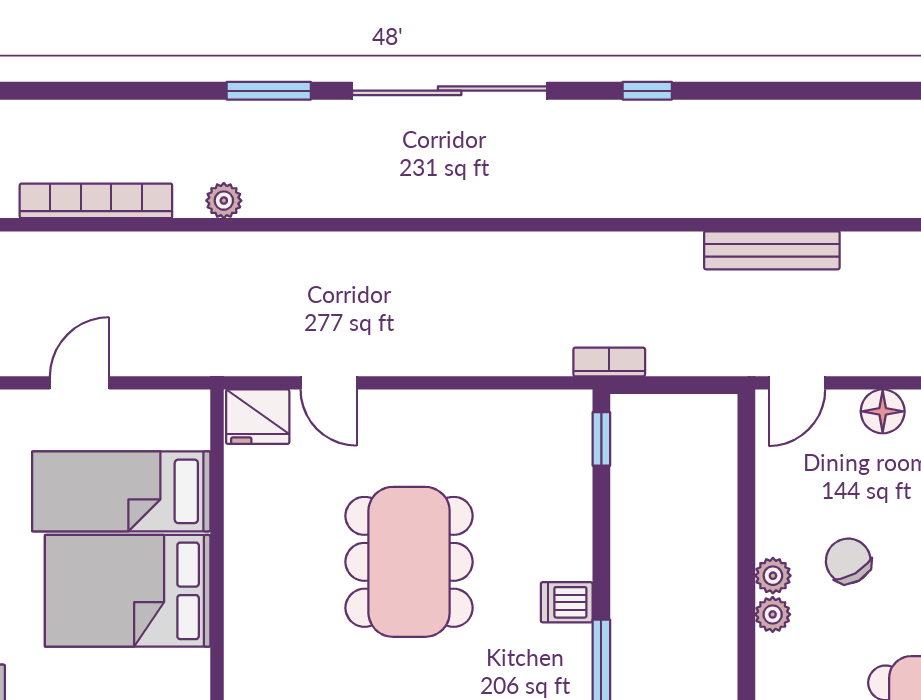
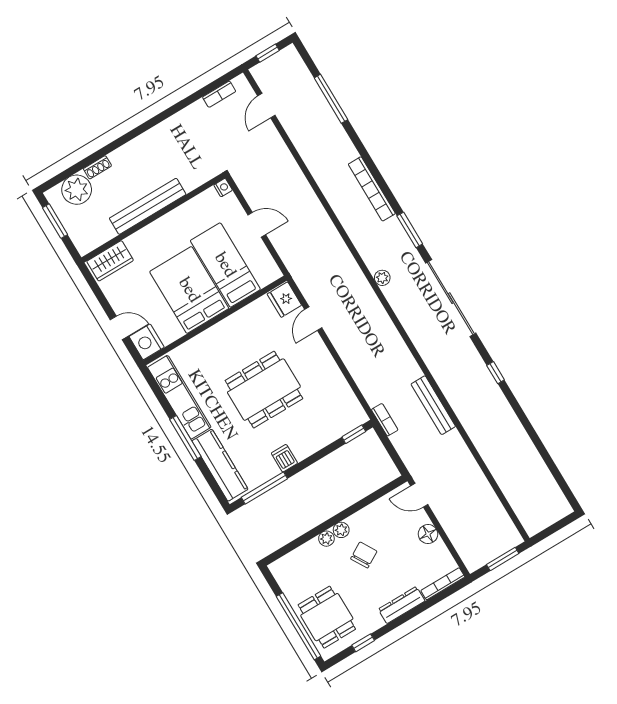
bookcase: (96, 201) -> (372, 189), moved, turned 180
plant: (224, 201) -> (382, 278), moved
bench: (772, 250) -> (433, 405), moved

